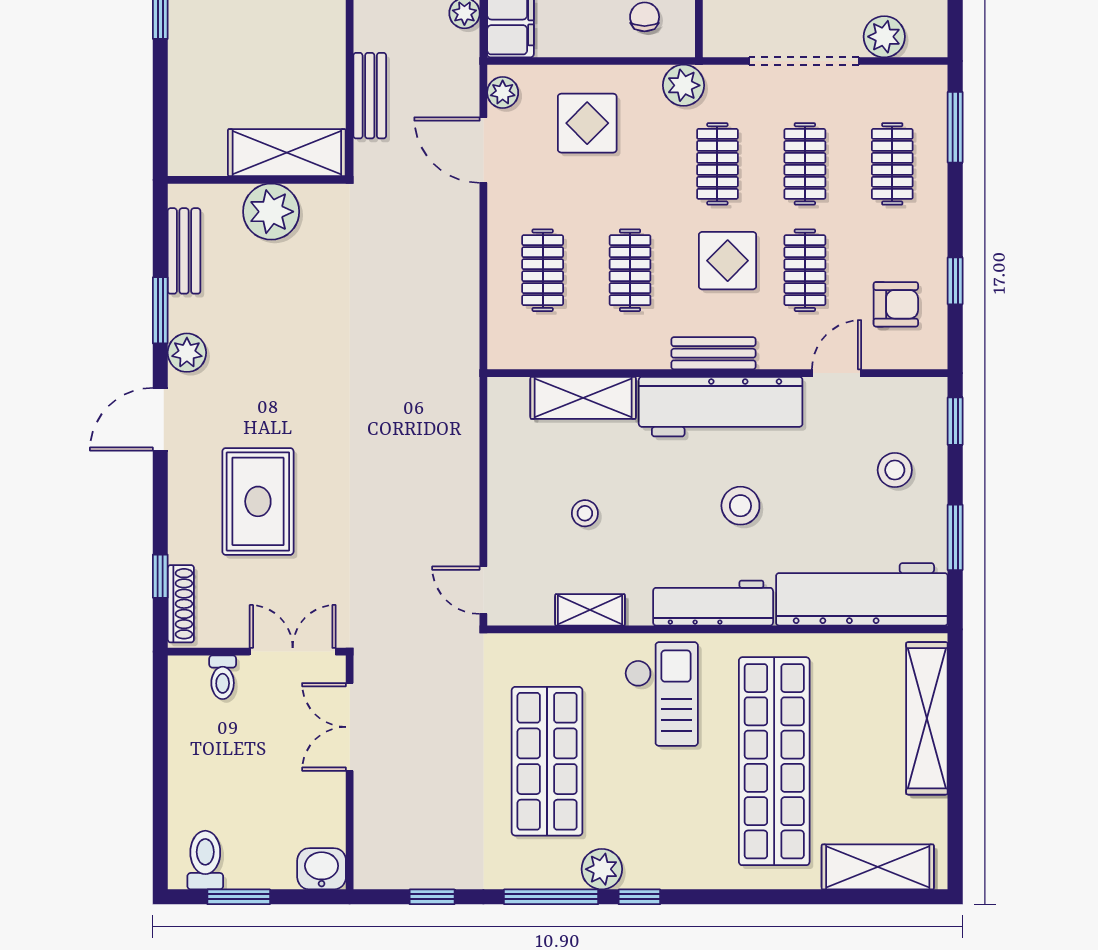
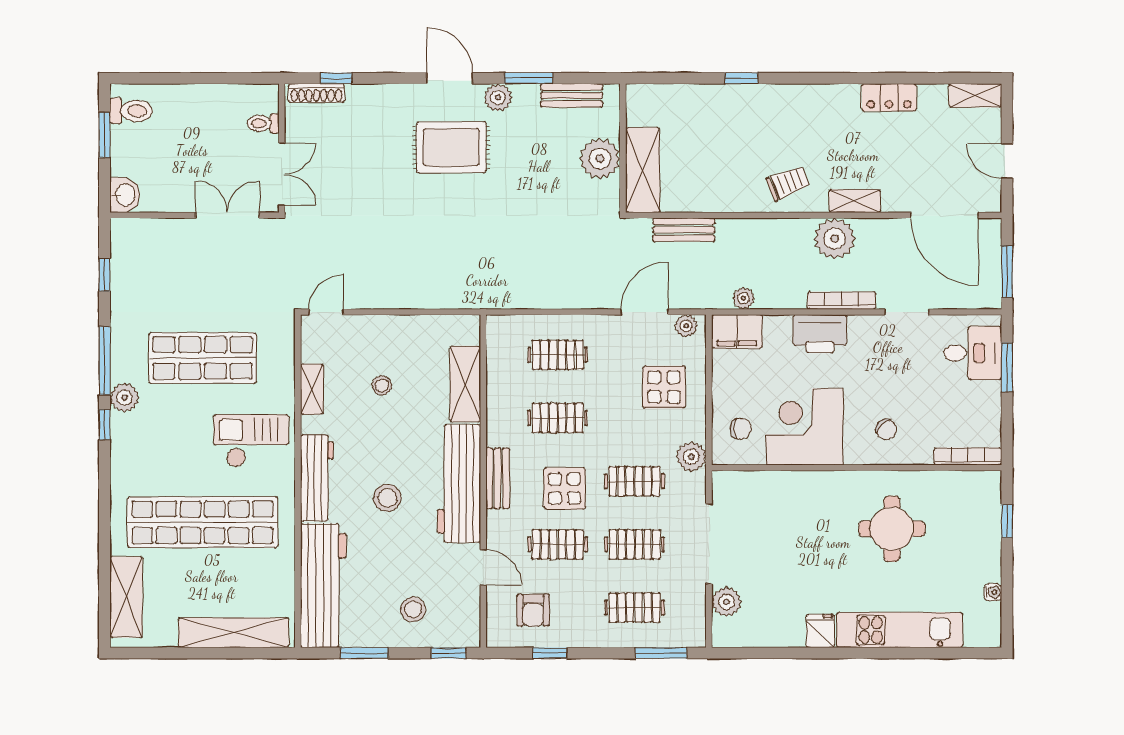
rug: (258, 501) -> (451, 147), moved
checkout: (661, 694) -> (251, 441), turned 180

